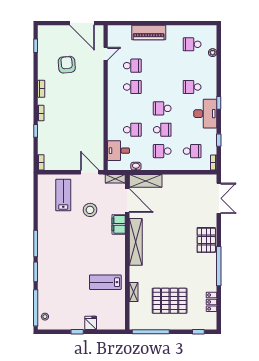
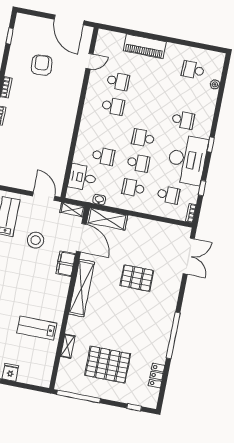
school desk: (192, 87) -> (183, 120), turned 180
desk: (205, 114) -> (187, 159), width x1.36, depth x1.30
pallet: (206, 240) -> (137, 278), moved, turned 90

